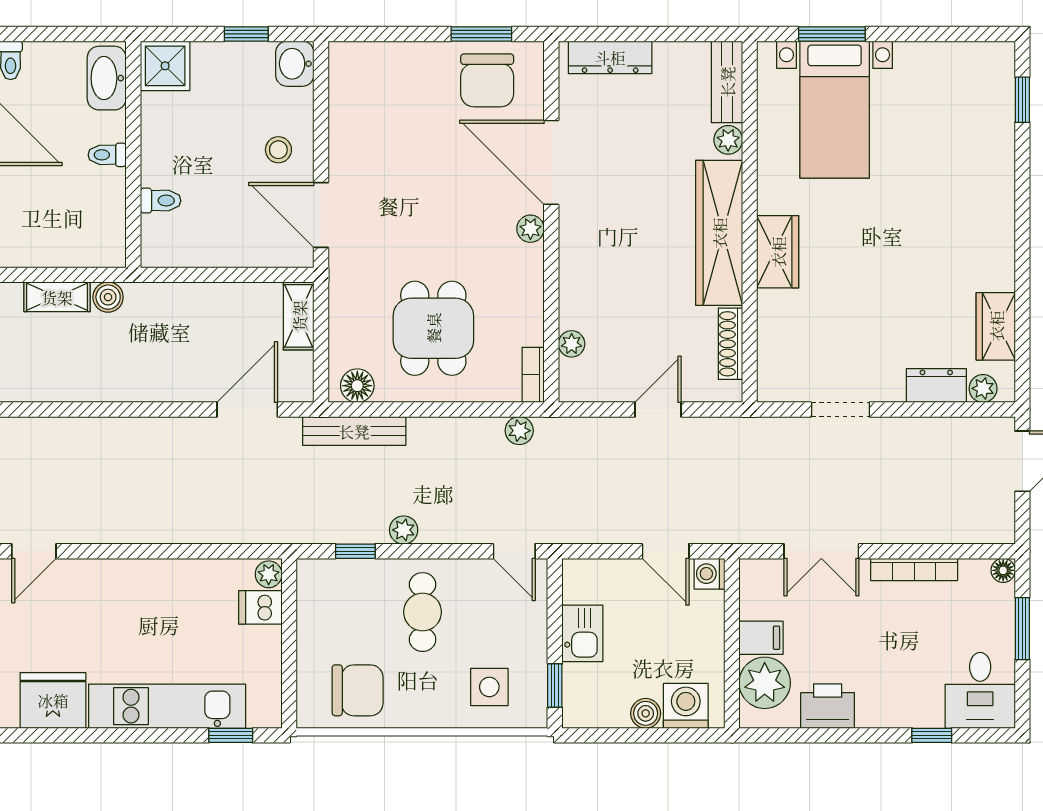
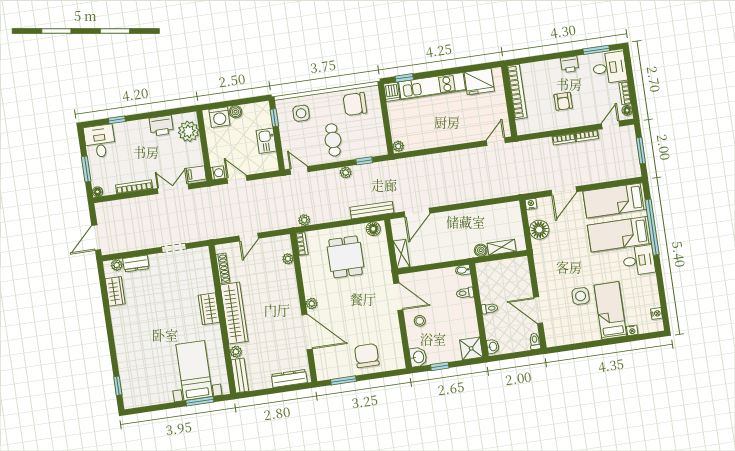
washbasin: (107, 78) -> (493, 346), width x0.52, depth x0.69
chair: (487, 80) -> (367, 356), moved
bidet: (158, 256) -> (463, 270), added
dishwasher: (260, 607) -> (392, 92), moved, turned 90
filing cabinet: (761, 638) -> (196, 174), moved

